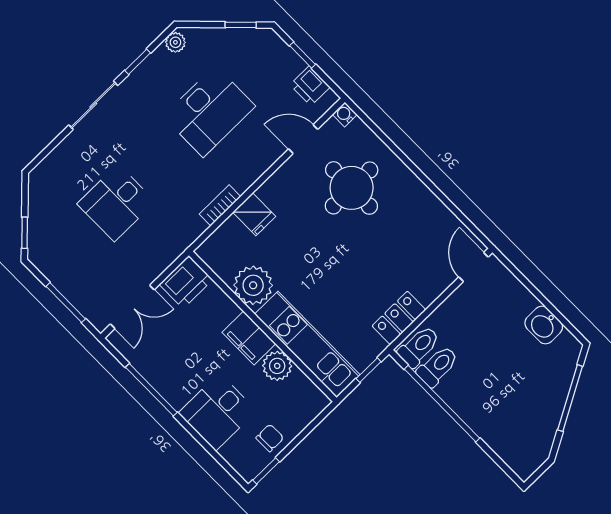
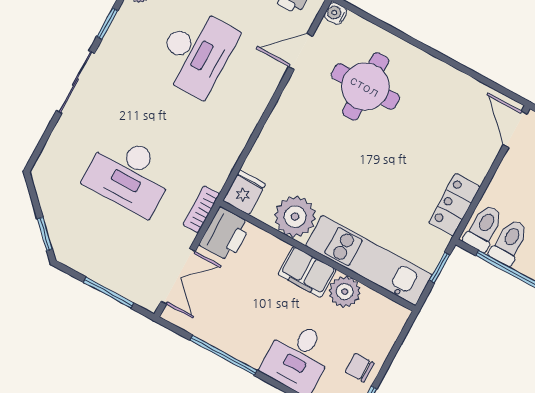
desk: (116, 203) -> (129, 175), width x1.37
bookcase: (220, 205) -> (201, 209), moved
fridge: (254, 214) -> (244, 192), moved, turned -90
chair: (270, 438) -> (360, 368), turned -90

